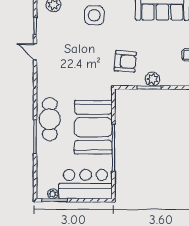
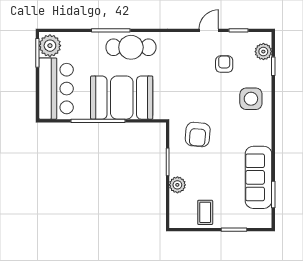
armchair: (64, 38) -> (224, 64), added
plant: (153, 79) -> (177, 185), moved
plant: (53, 194) -> (50, 46), width x1.88, depth x1.88

